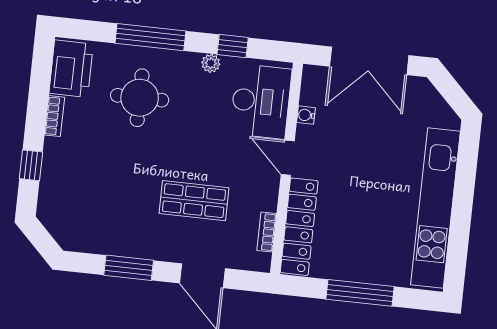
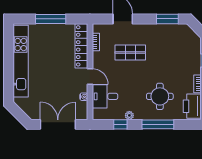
desk: (261, 101) -> (105, 96), width x0.73
window: (129, 268) -> (167, 19), moved

